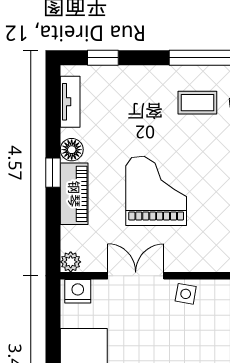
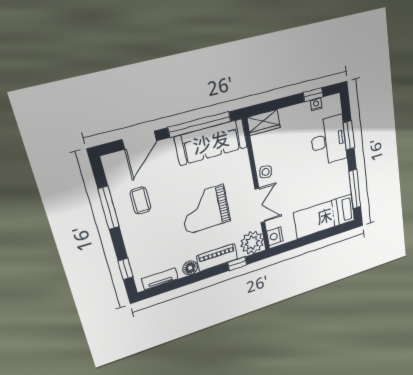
window: (53, 173) -> (237, 264), moved
plant: (71, 262) -> (252, 243), width x1.87, depth x1.87
double door: (136, 276) -> (260, 205), swing flipped

